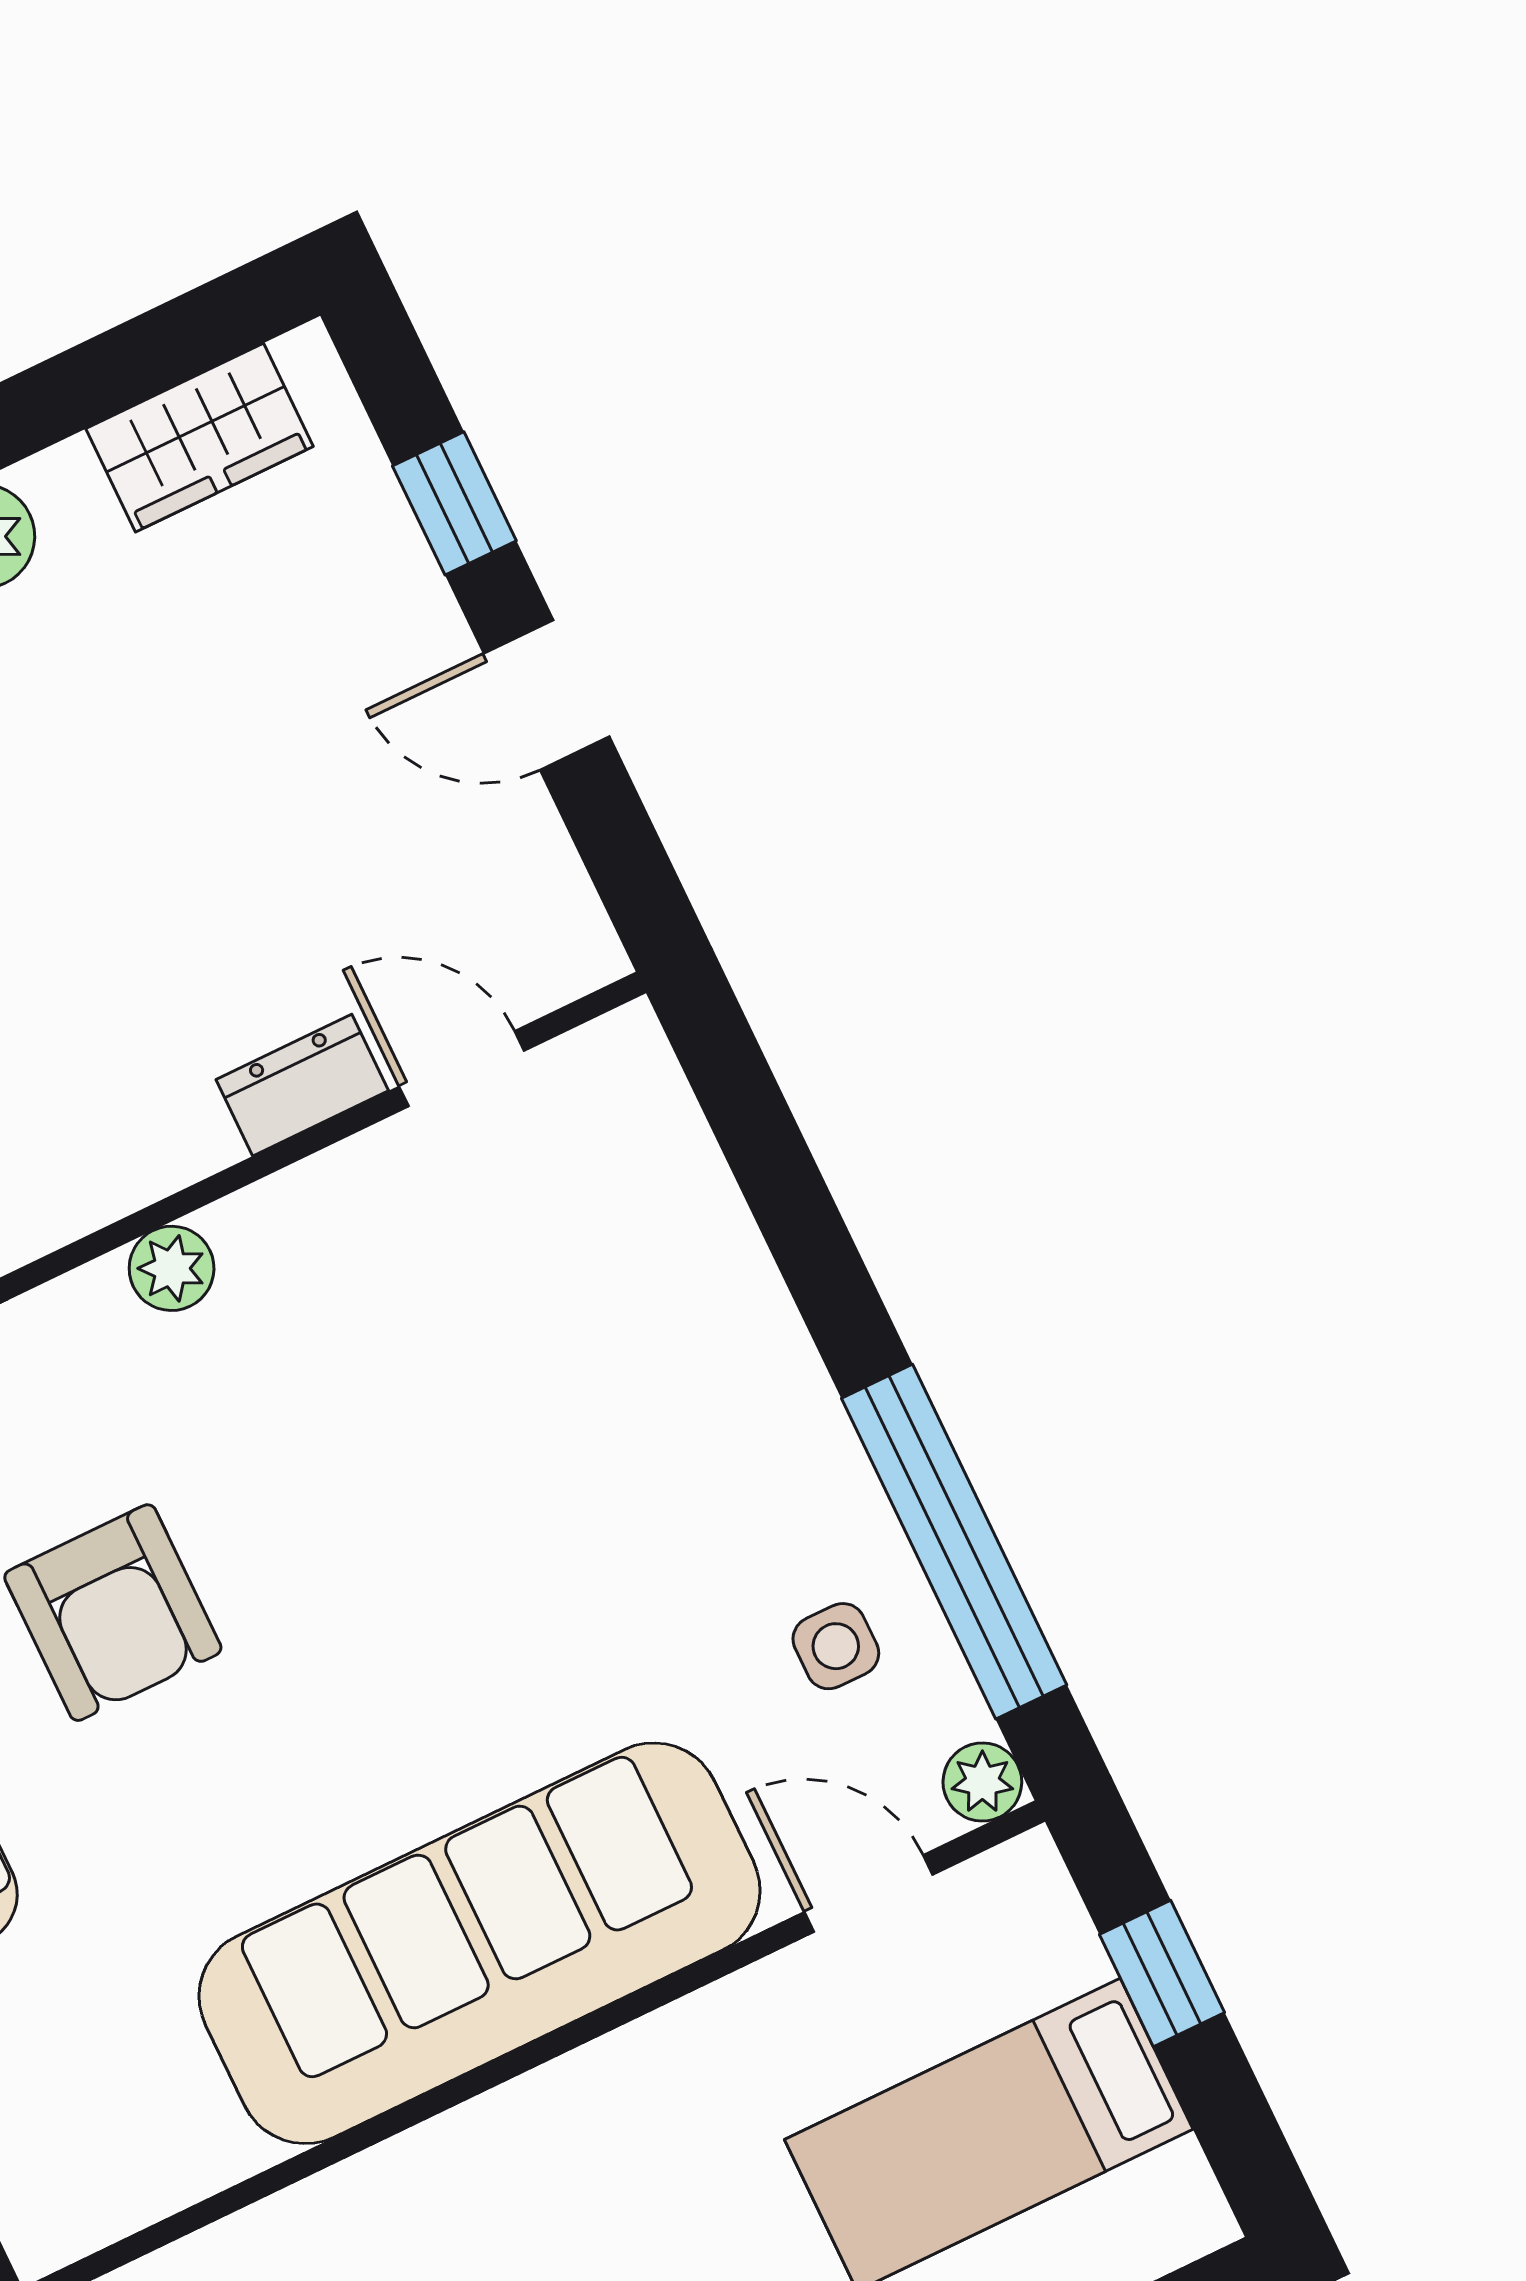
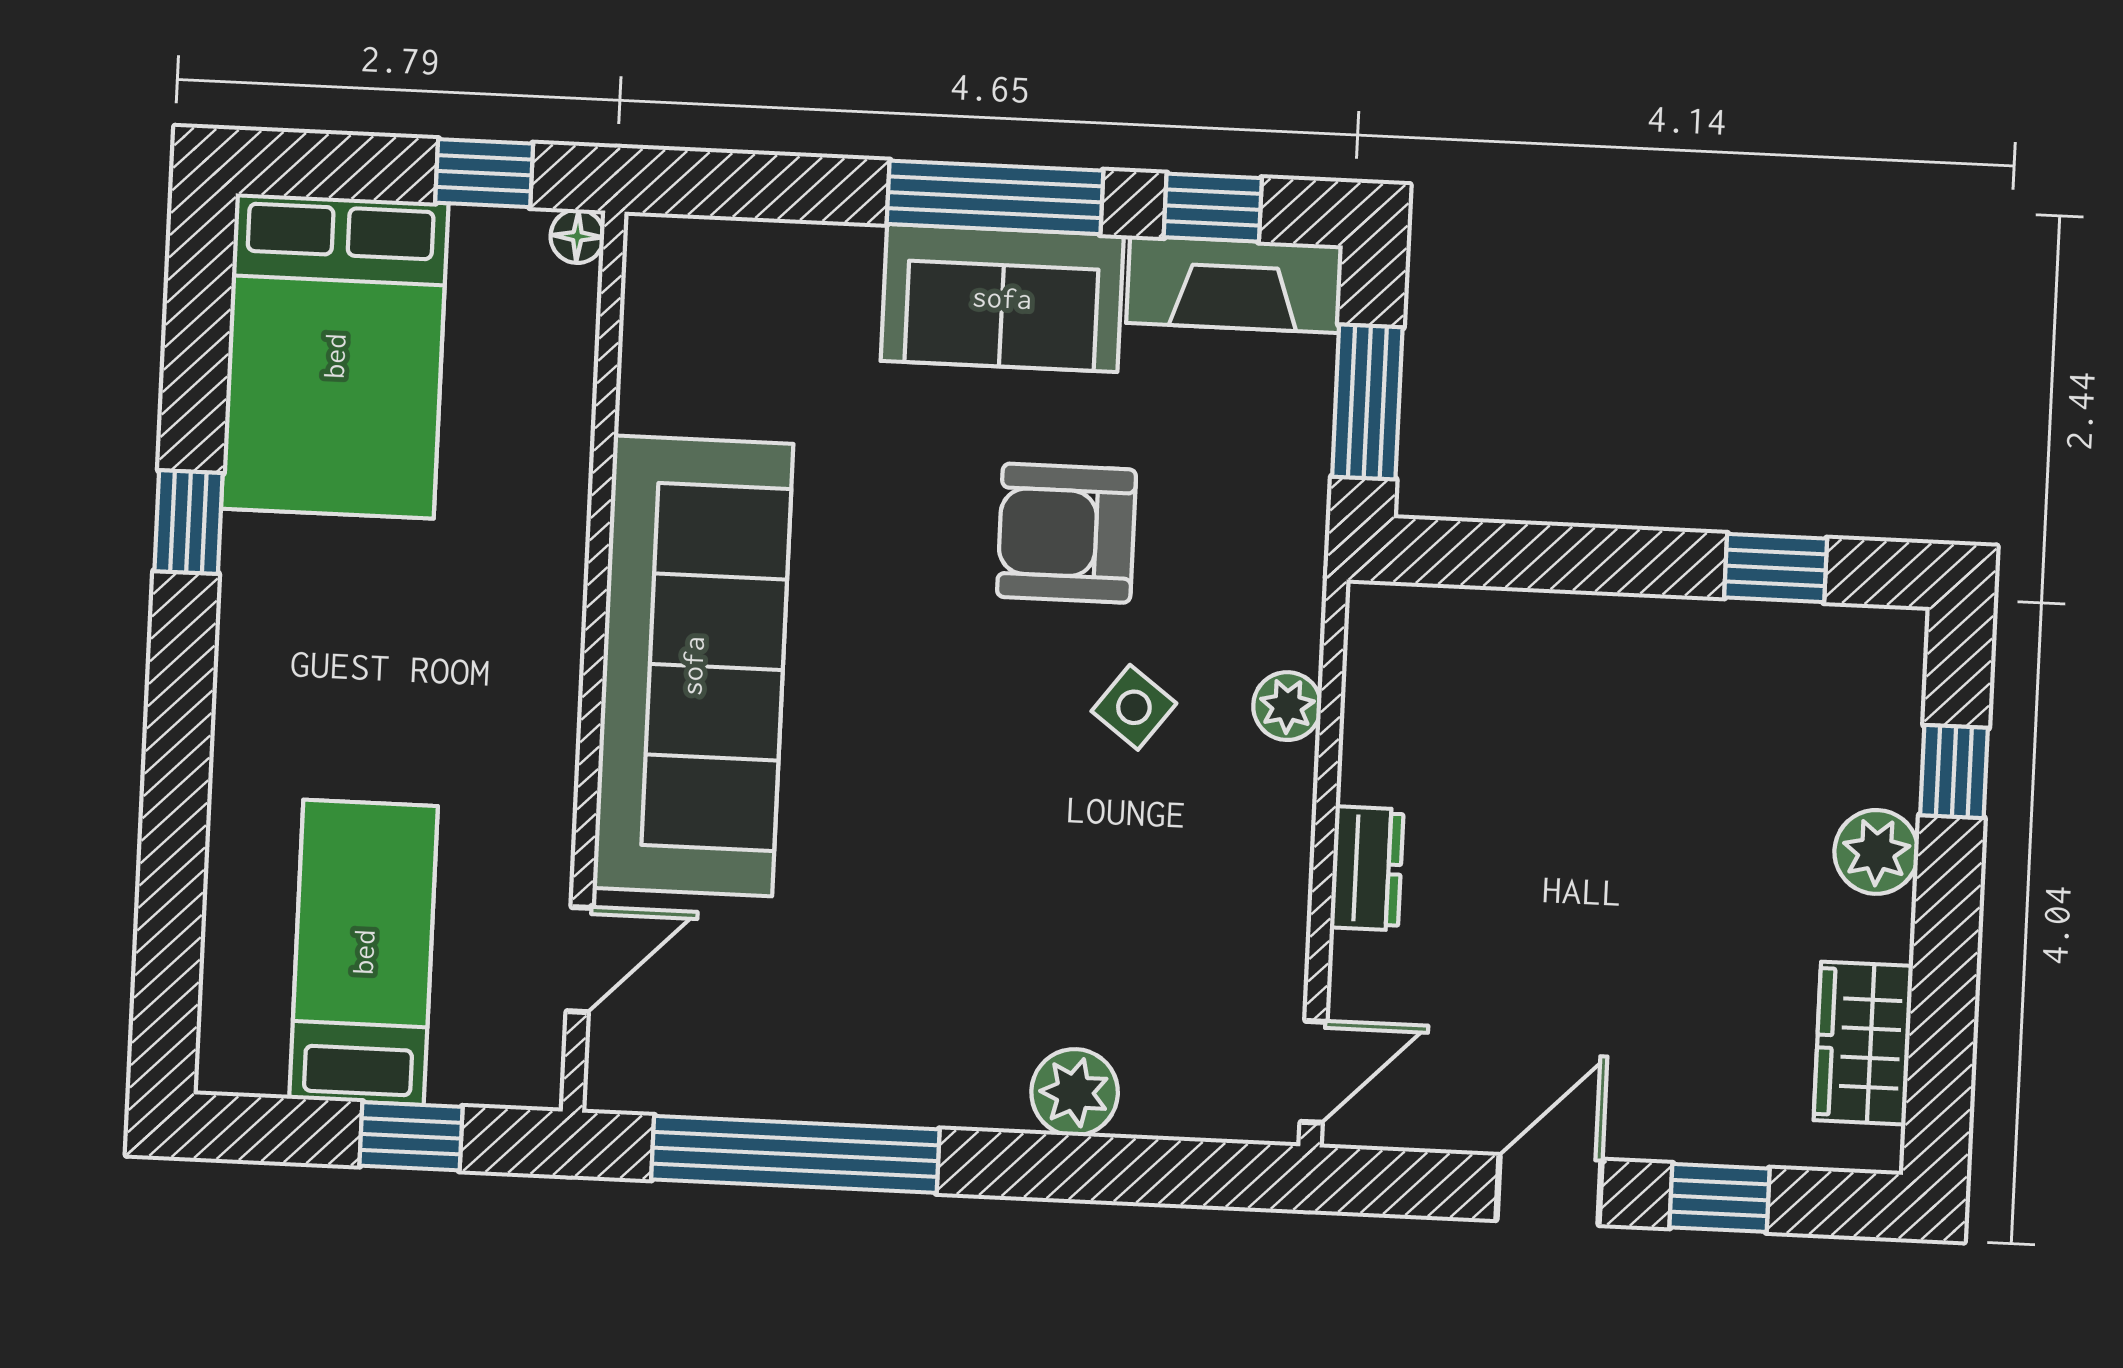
door: (462, 1069) -> (1313, 1072), moved
side table: (836, 1646) -> (1134, 707), moved, turned 37
plant: (982, 1782) -> (1075, 1092), moved, width x1.38, depth x1.38

